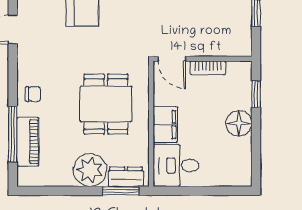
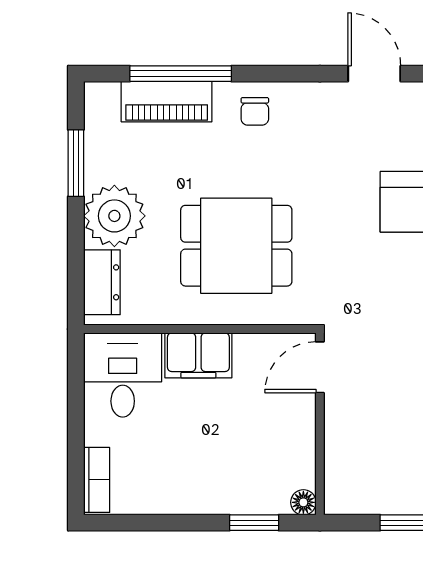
bookcase: (208, 68) -> (97, 480), moved, turned 180
floor lamp: (239, 123) -> (303, 502), moved, width x0.53, depth x0.53
window: (121, 191) -> (76, 163), moved

